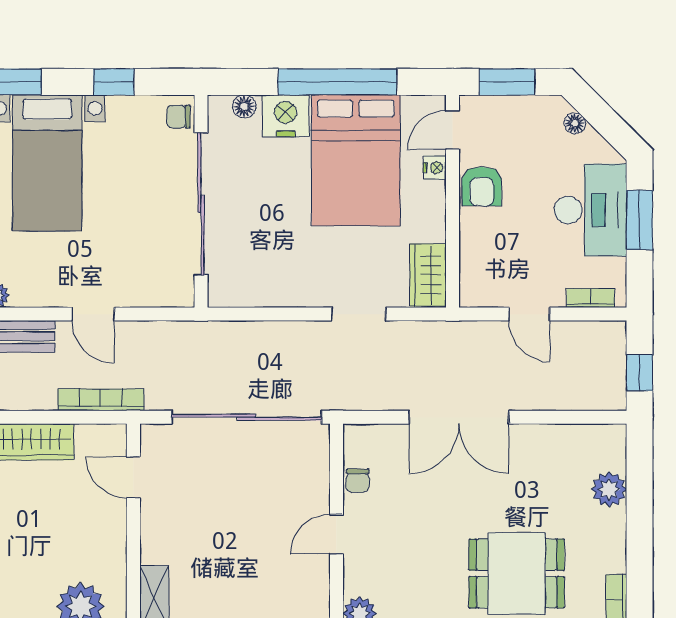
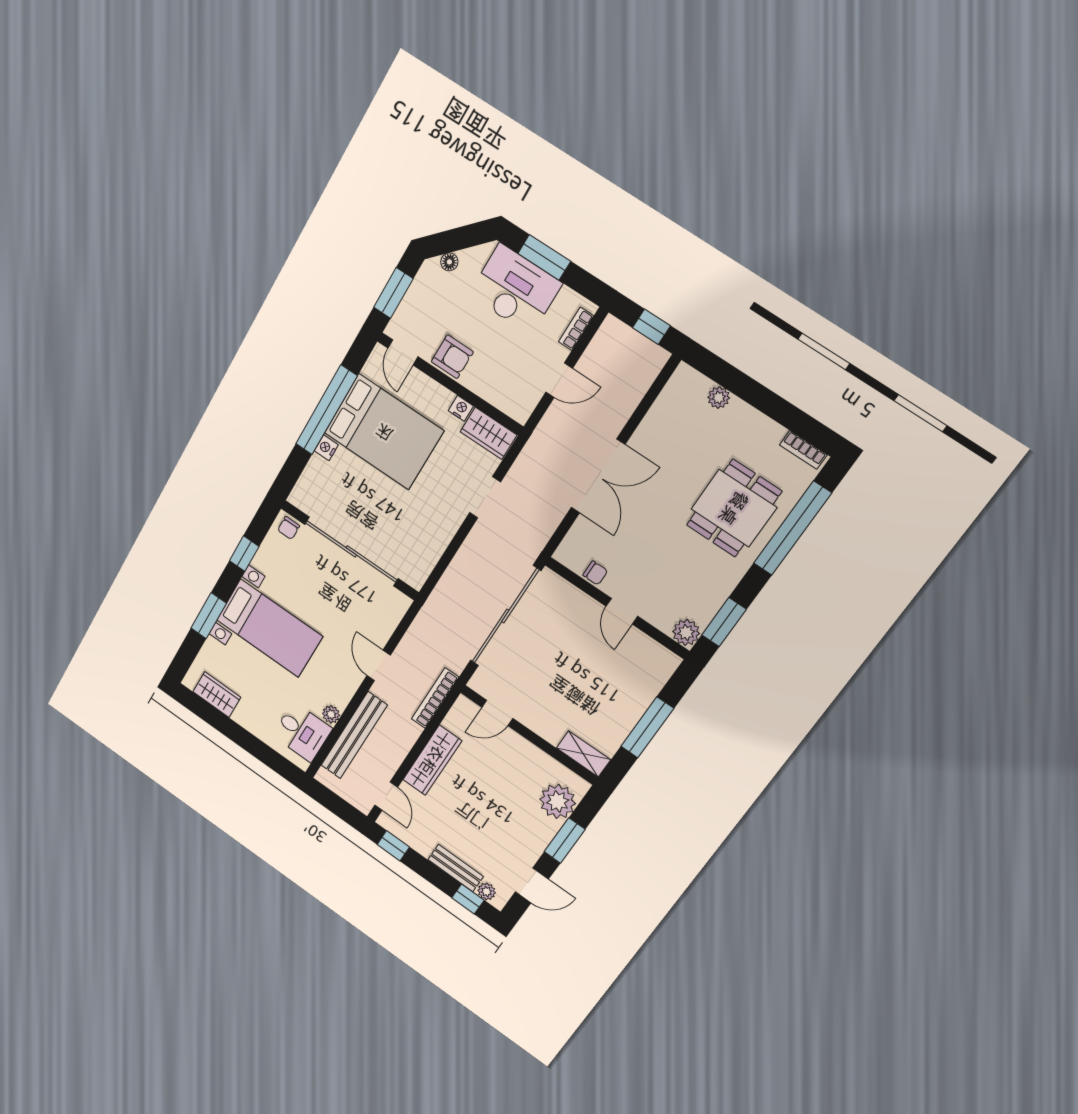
floor lamp: (244, 106) -> (306, 482), removed
nightstand: (286, 116) -> (326, 448), width x0.53, depth x0.56
nightstand: (435, 168) -> (461, 408), moved
door: (93, 314) -> (379, 665), swing flipped
plant: (609, 489) -> (719, 398), width x0.73, depth x0.73

